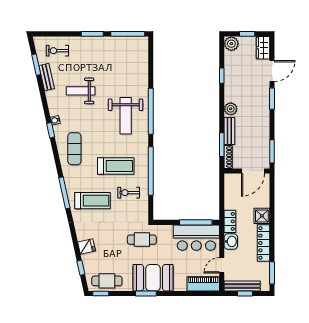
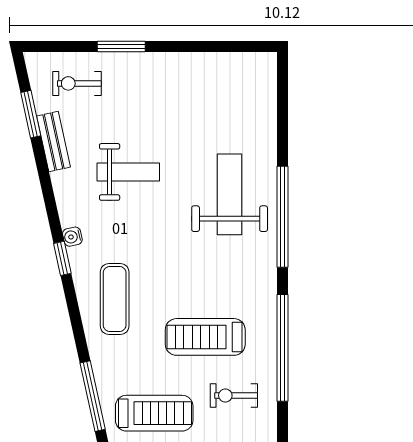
window: (92, 34) -> (121, 47), moved
window: (128, 34) -> (232, 47), removed
weight bench: (81, 91) -> (128, 172), turned 180
weight bench: (126, 116) -> (230, 194), moved, turned 180
treadmill: (116, 166) -> (205, 337), turned 180

